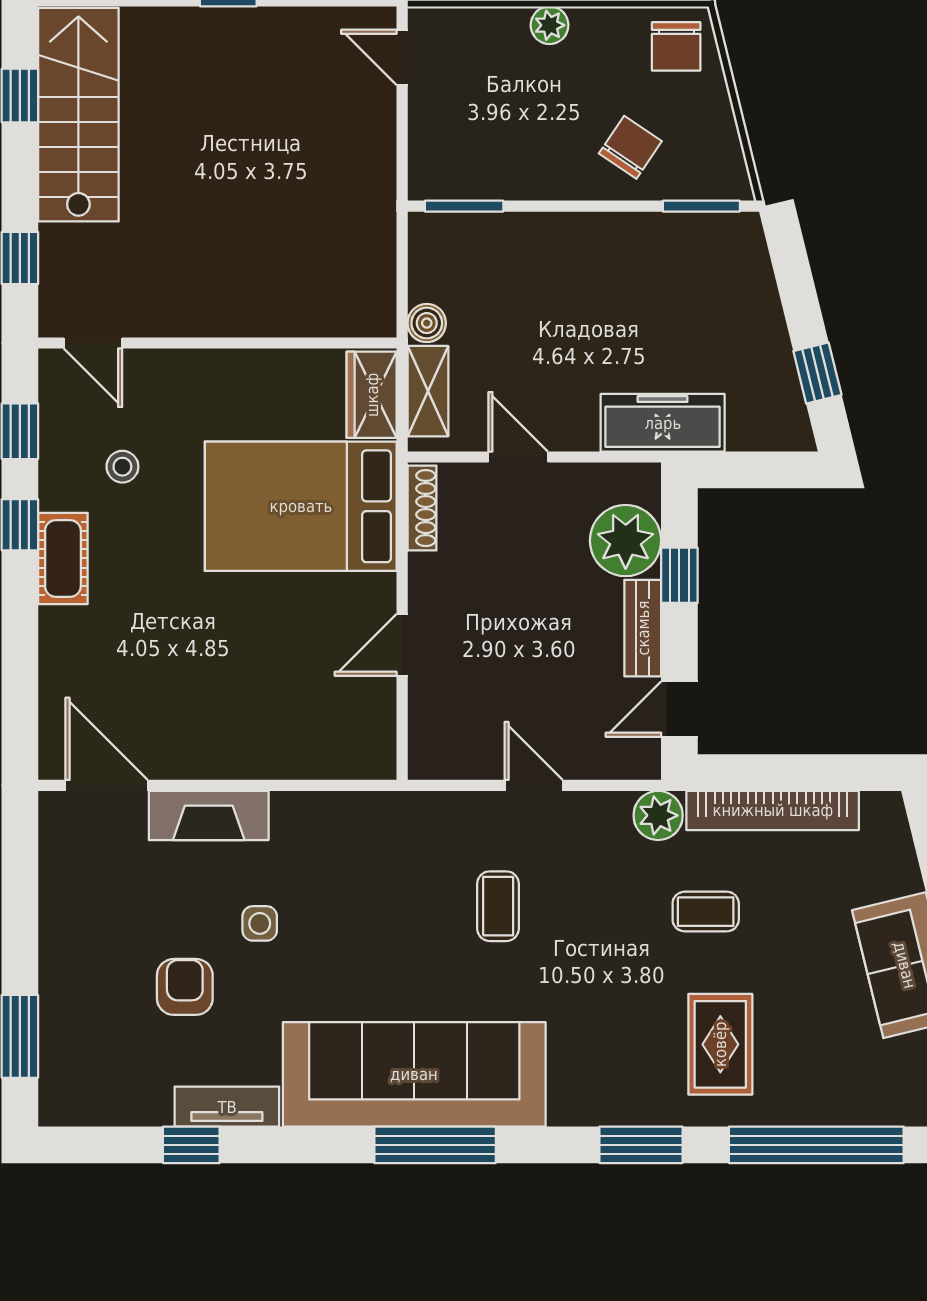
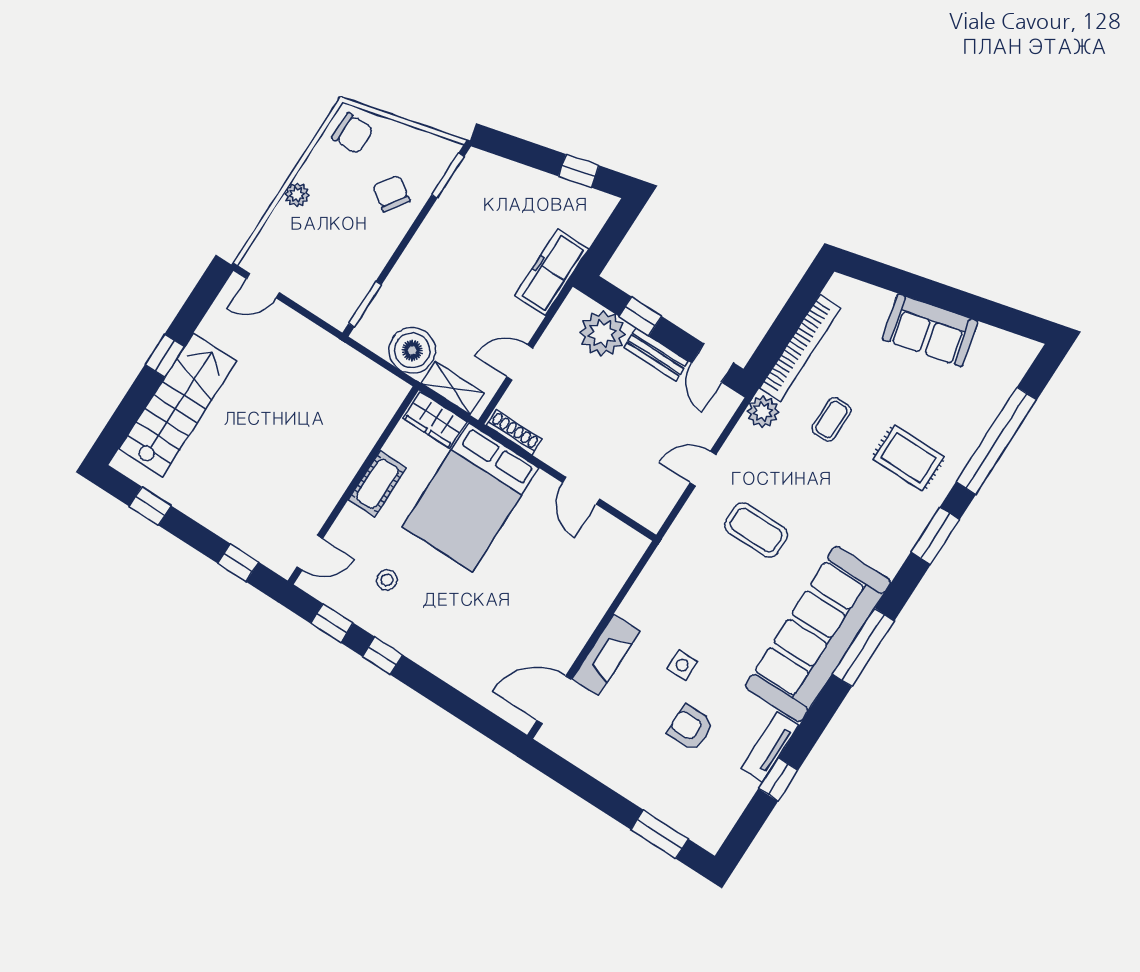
stairs: (78, 115) -> (178, 405), moved, turned 90
boiler: (427, 323) -> (412, 350), width x1.86, depth x1.86
cot: (63, 558) -> (377, 484), moved, turned 90
coffee table: (498, 906) -> (756, 530), width x1.36, depth x1.30

